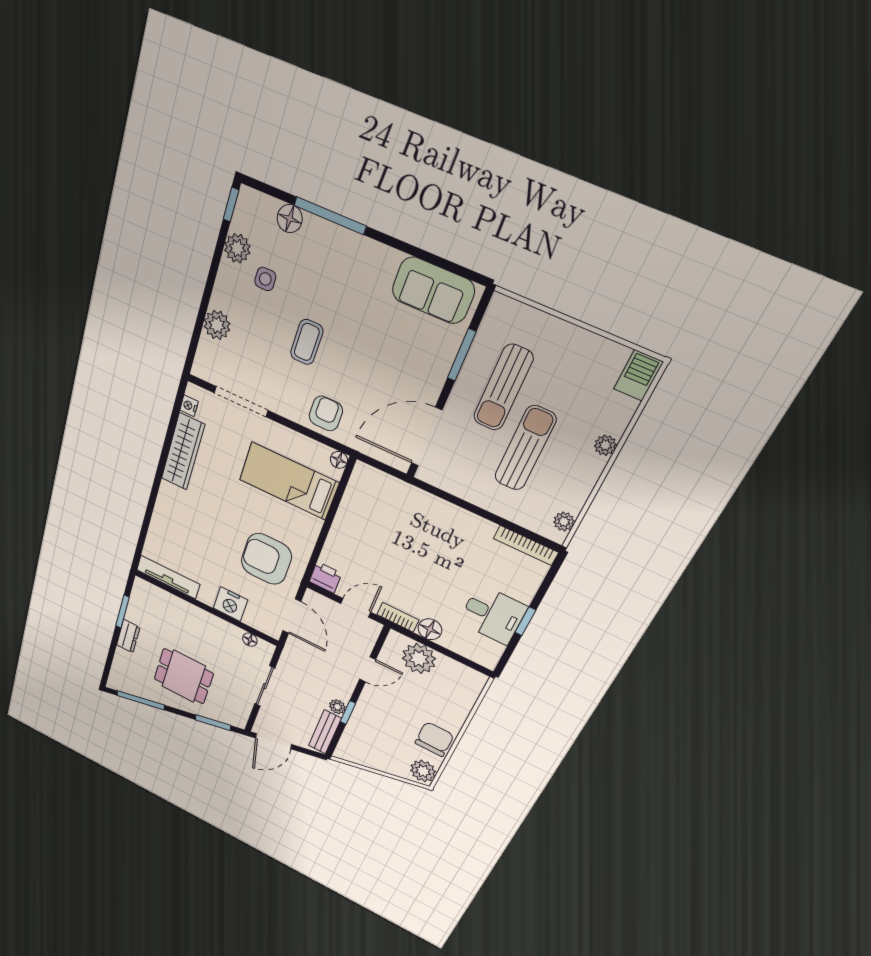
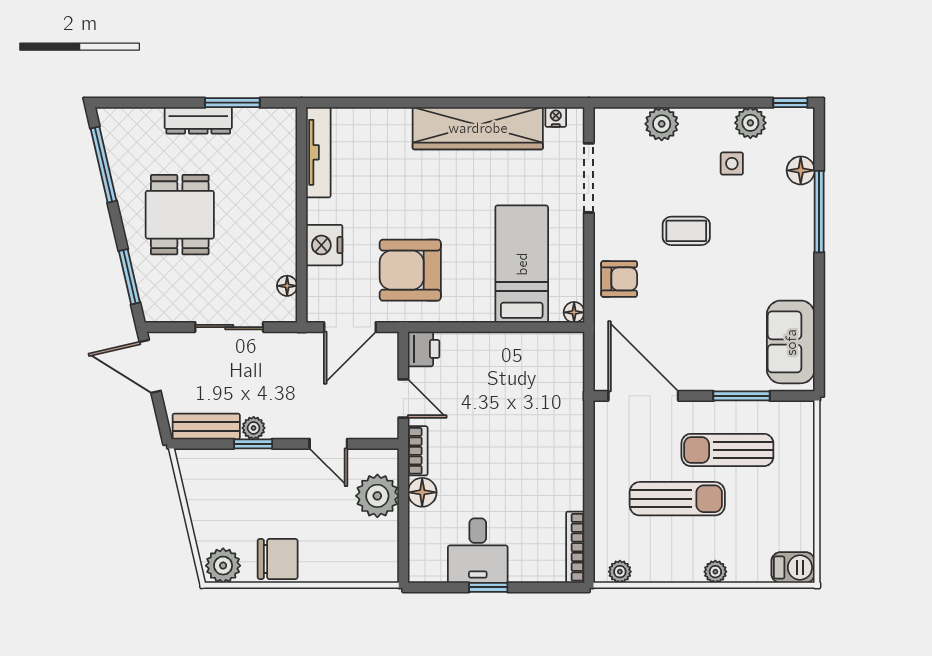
wardrobe: (183, 452) -> (478, 128), width x1.40, depth x1.17
armchair: (266, 559) -> (410, 270), turned -90
dresser: (128, 636) -> (198, 120), width x1.44

